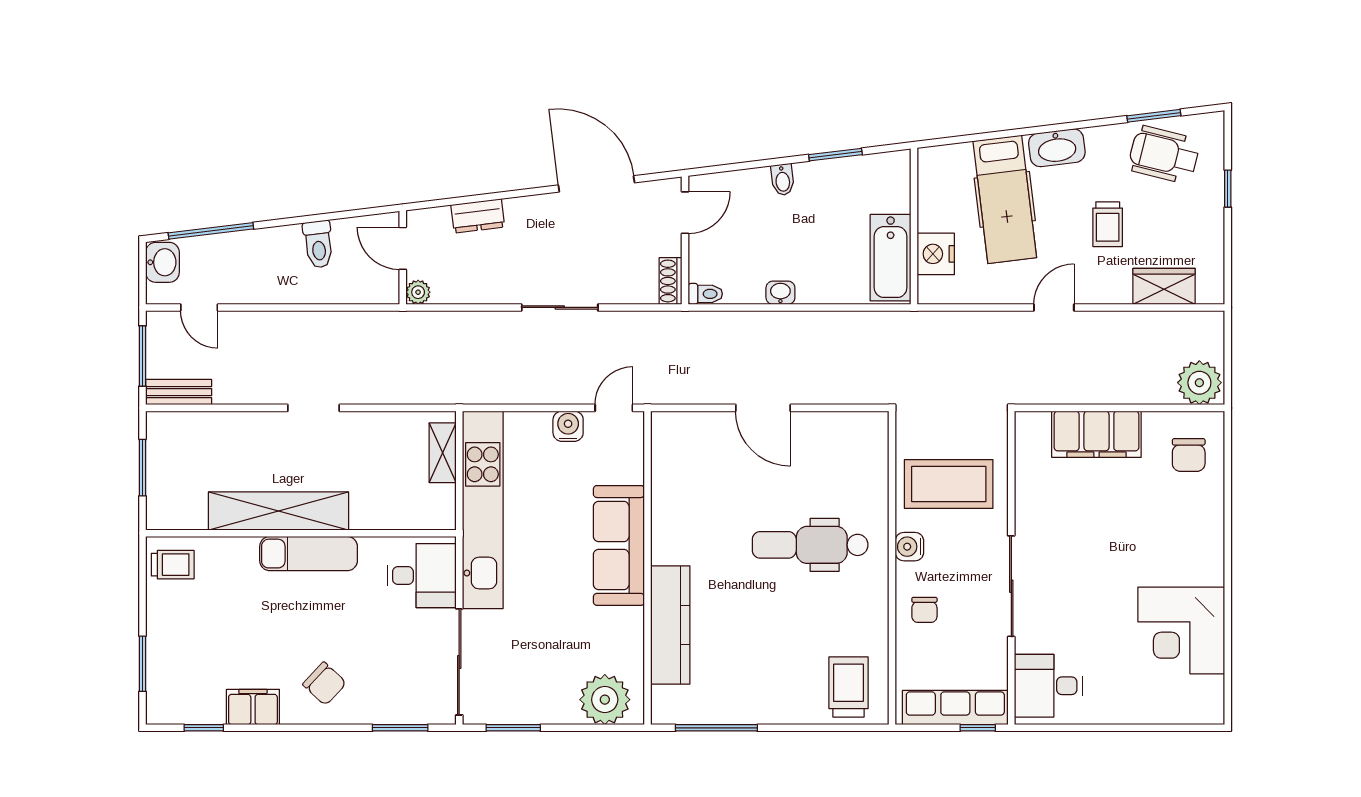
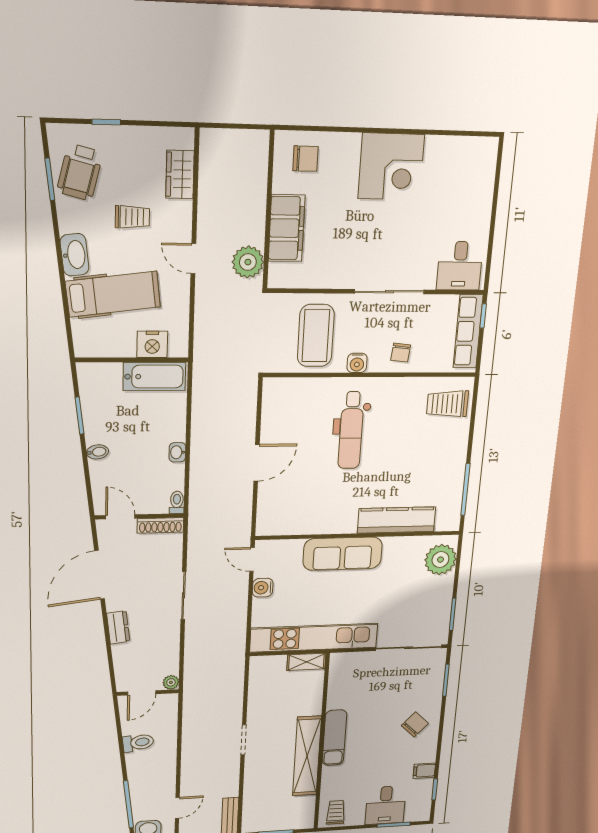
dresser: (478, 216) -> (118, 627), moved
shoe rack: (671, 281) -> (160, 525), width x1.43
plant: (1199, 383) -> (248, 262), moved
shelving: (443, 453) -> (306, 662), moved
desk: (422, 576) -> (385, 805), moved, turned 180
chair: (924, 610) -> (401, 353), turned 96
corner desk: (1181, 630) -> (391, 167), moved
filing cabinet: (253, 707) -> (424, 771), width x0.50

